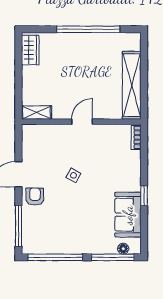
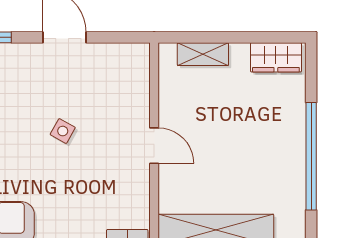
shelving: (37, 113) -> (203, 54), moved, turned 90
armchair: (35, 197) -> (27, 65), removed

